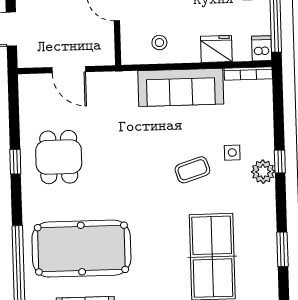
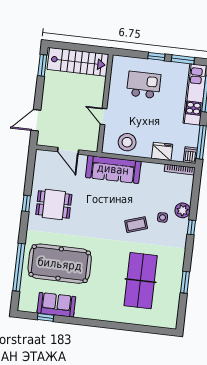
stool: (159, 43) -> (127, 142), width x1.89, depth x1.89
sofa: (181, 87) -> (113, 169), moved
dining table: (59, 157) -> (54, 204), turned 90
plant: (263, 172) -> (183, 210), moved

